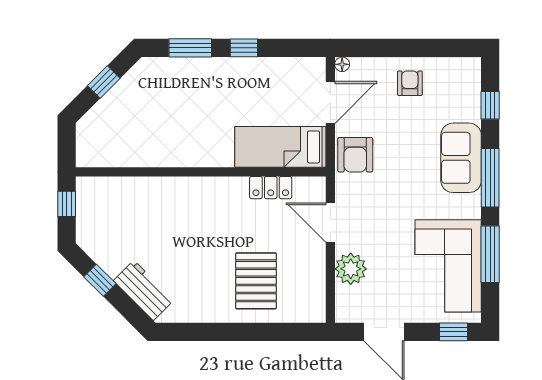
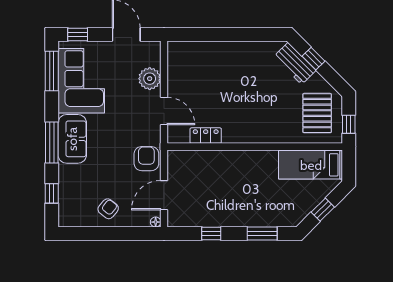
window: (244, 48) -> (211, 233), moved
armchair: (410, 83) -> (108, 209), turned -141
bed: (280, 147) -> (311, 165), moved, turned 180
sofa: (461, 158) -> (72, 139), moved
window: (490, 254) -> (52, 71), moved
window: (100, 280) -> (313, 59), moved
pallet: (256, 281) -> (317, 113), moved

